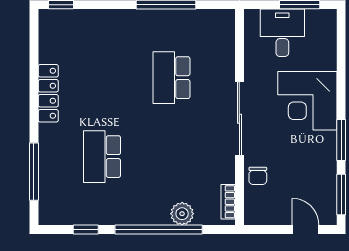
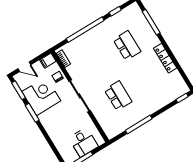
corner desk: (307, 101) -> (41, 96), moved
plant: (182, 214) -> (79, 42), removed
filing cabinet: (258, 215) -> (48, 61), added

